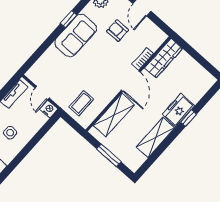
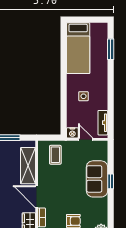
window: (69, 19) -> (111, 181), moved
sofa: (76, 35) -> (97, 179), moved

